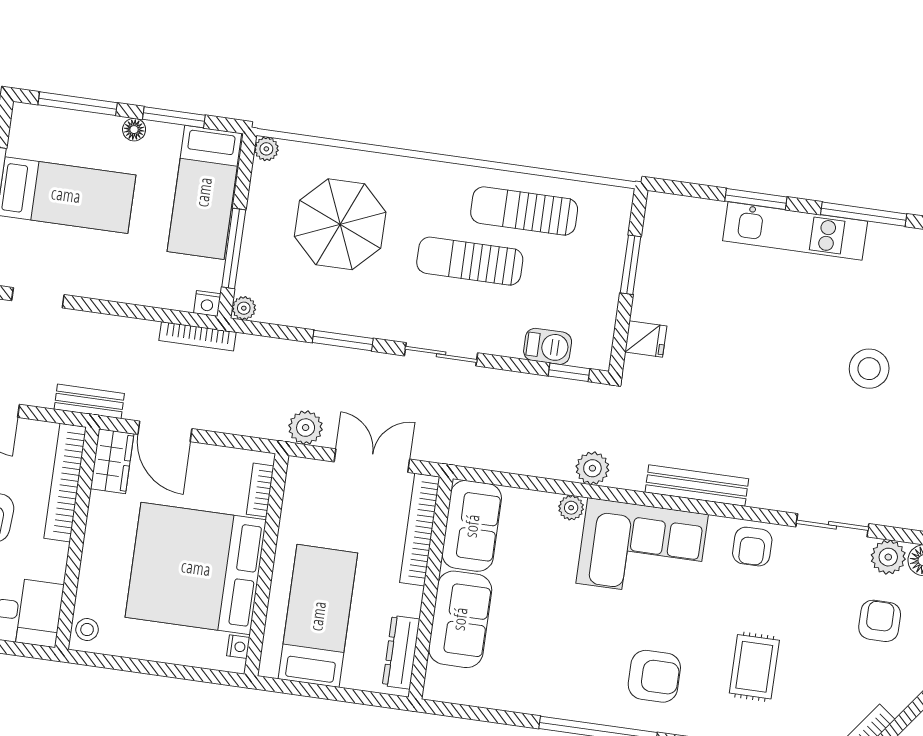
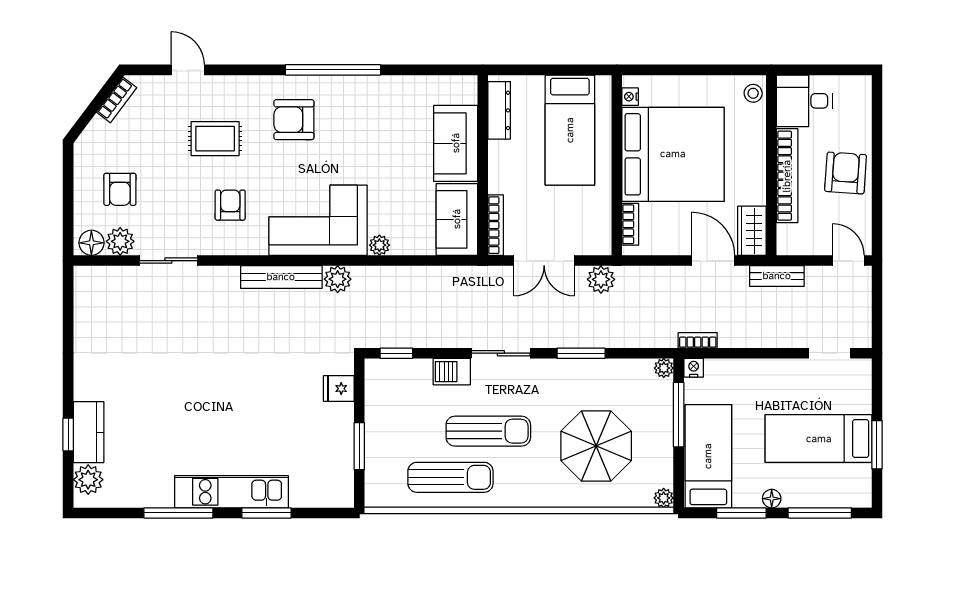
bookcase: (198, 336) -> (698, 340), width x0.64
barbecue: (548, 346) -> (452, 372), moved
stool: (869, 369) -> (157, 390), removed
plant: (592, 468) -> (338, 279), moved
bookcase: (65, 483) -> (787, 176), moved
bookcase: (420, 530) -> (496, 225), width x0.68, depth x0.76
armchair: (752, 547) -> (230, 205), moved
rug: (754, 667) -> (215, 139), turned 90

